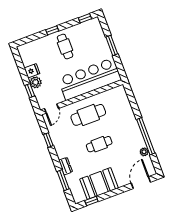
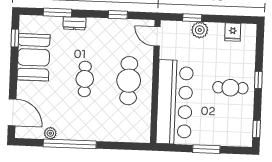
fridge: (32, 71) -> (233, 32), moved

